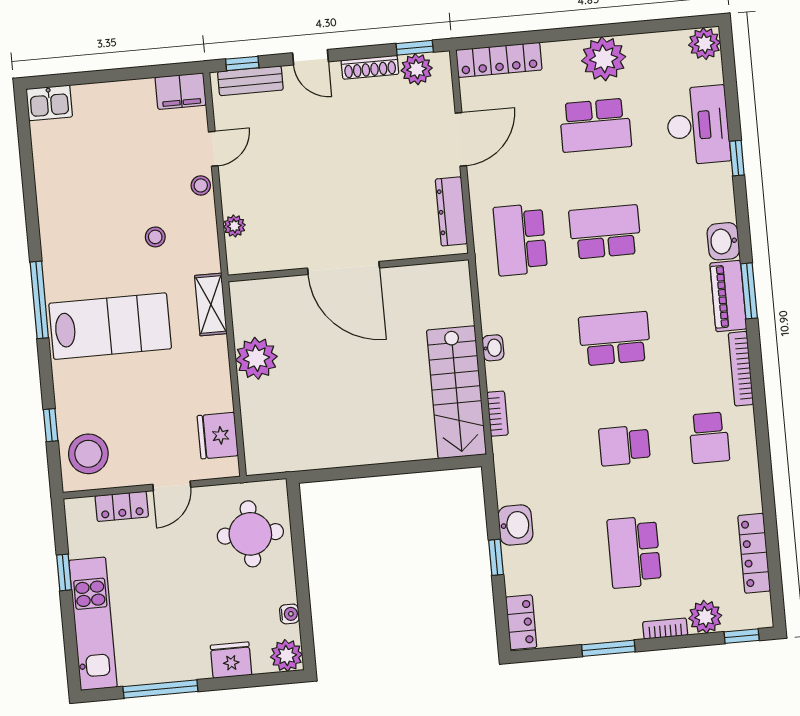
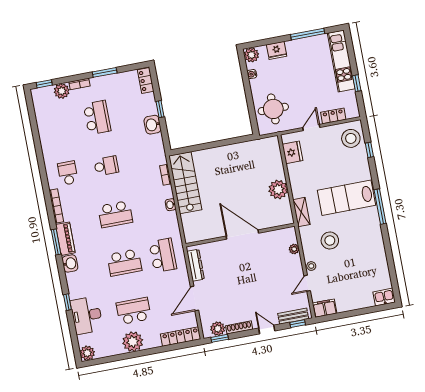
stool: (155, 237) -> (330, 240), width x1.89, depth x1.89
locker: (754, 553) -> (42, 122), removed

